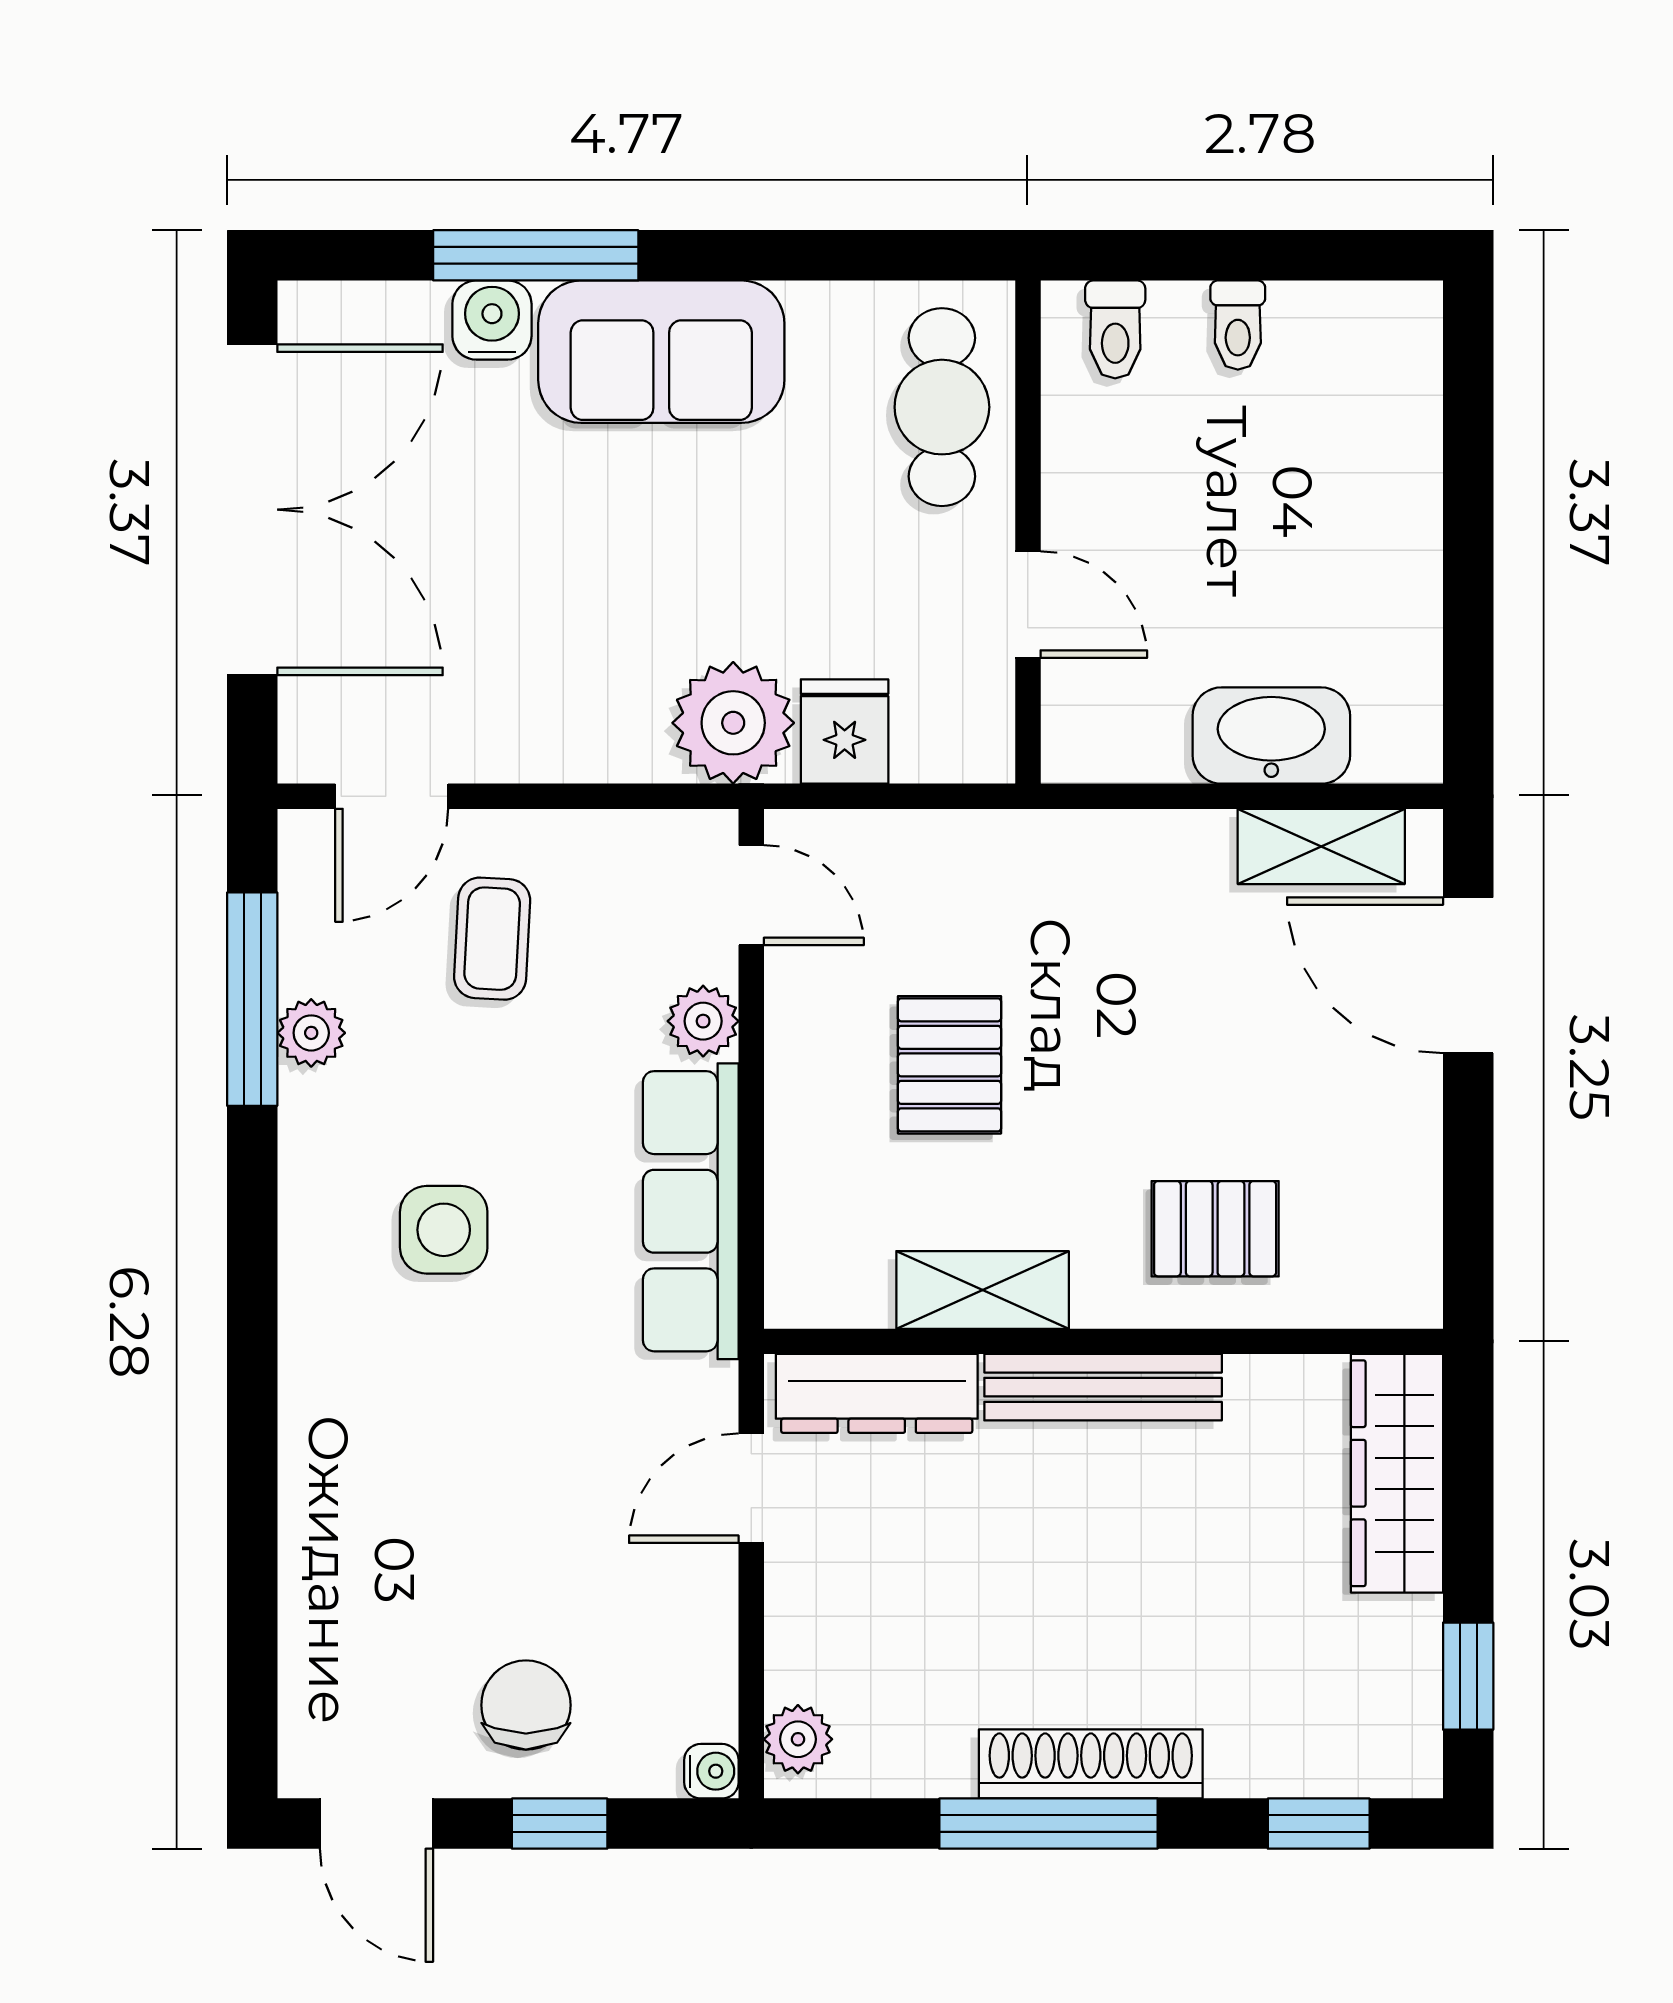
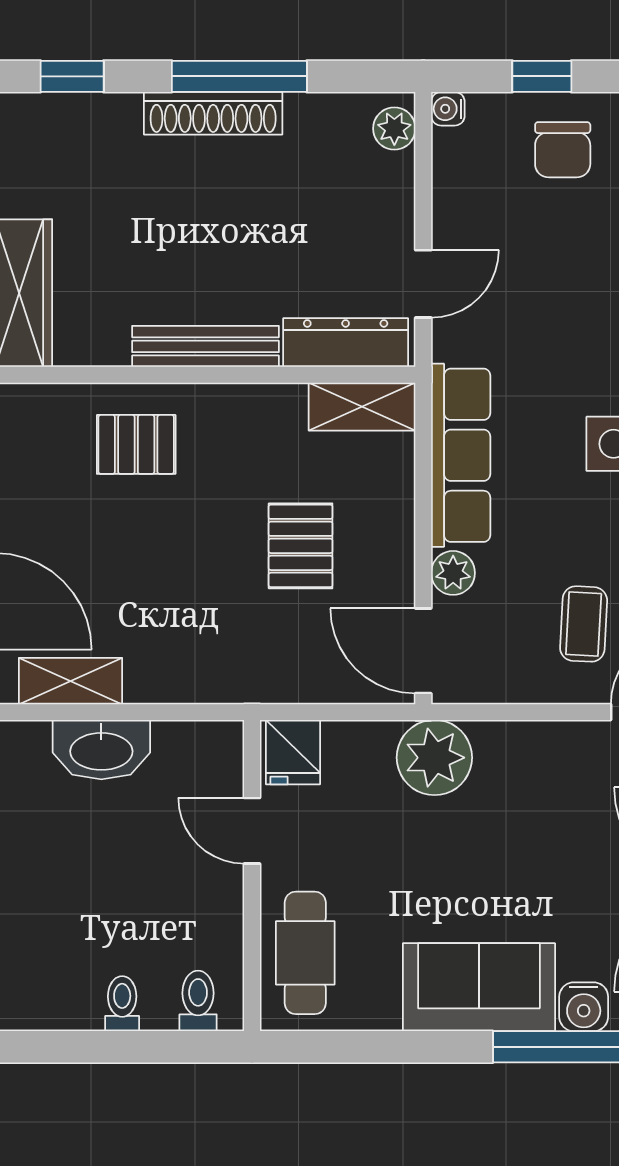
fridge: (845, 732) -> (293, 752), moved
door: (751, 895) -> (423, 651), width x1.37
shelving: (983, 1290) -> (362, 407), moved

